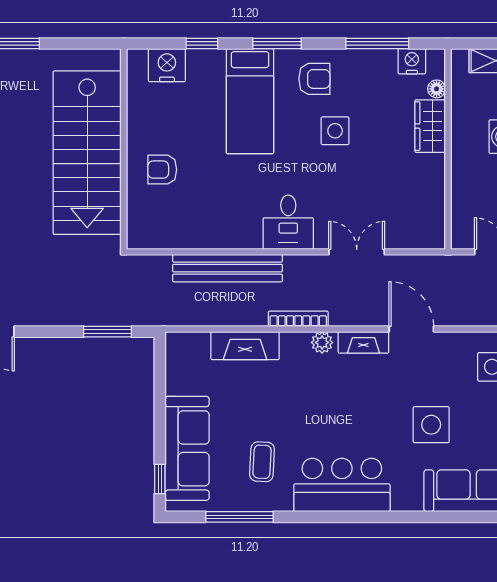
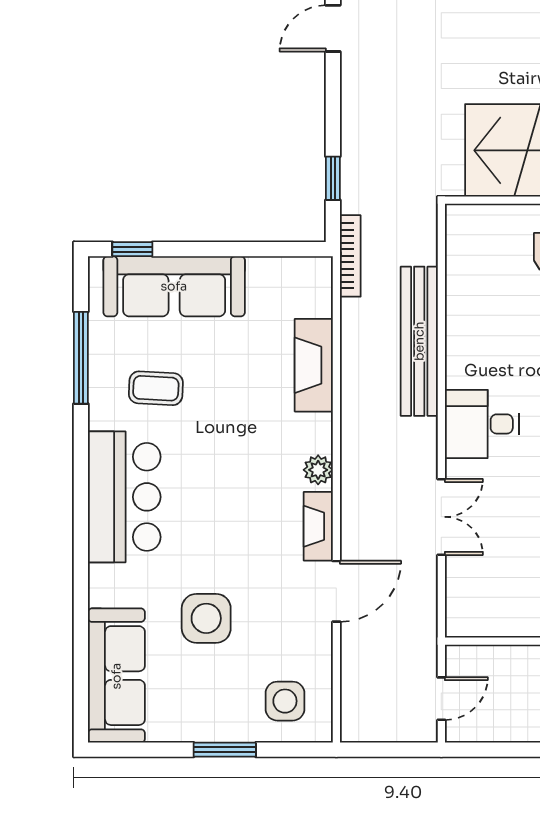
bookcase: (298, 319) -> (350, 256), moved
window: (108, 332) -> (333, 178), width x0.67

